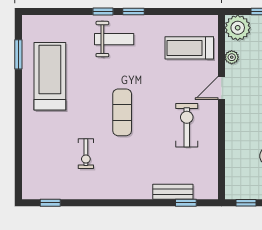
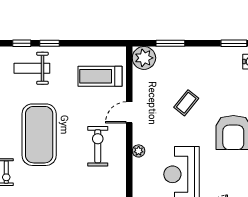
weight bench: (114, 39) -> (32, 68), turned 180
plant: (232, 57) -> (139, 151), moved
exercise mat: (122, 112) -> (39, 135), width x2.00, depth x1.45

